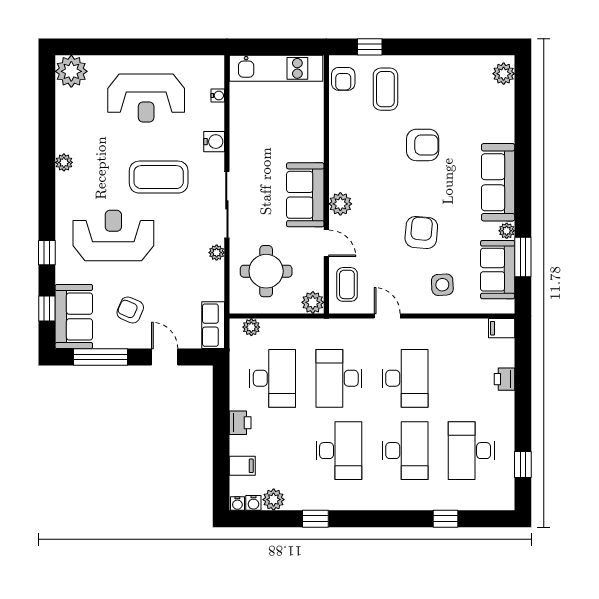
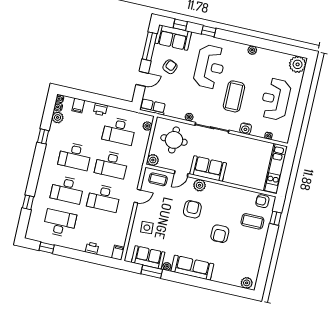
armchair: (421, 232) -> (192, 209), moved, turned -95
desk: (339, 378) -> (111, 164), turned 180

